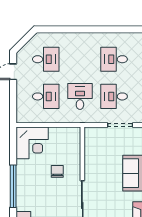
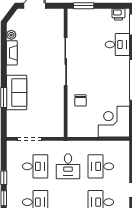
chair: (57, 171) -> (81, 100), moved

